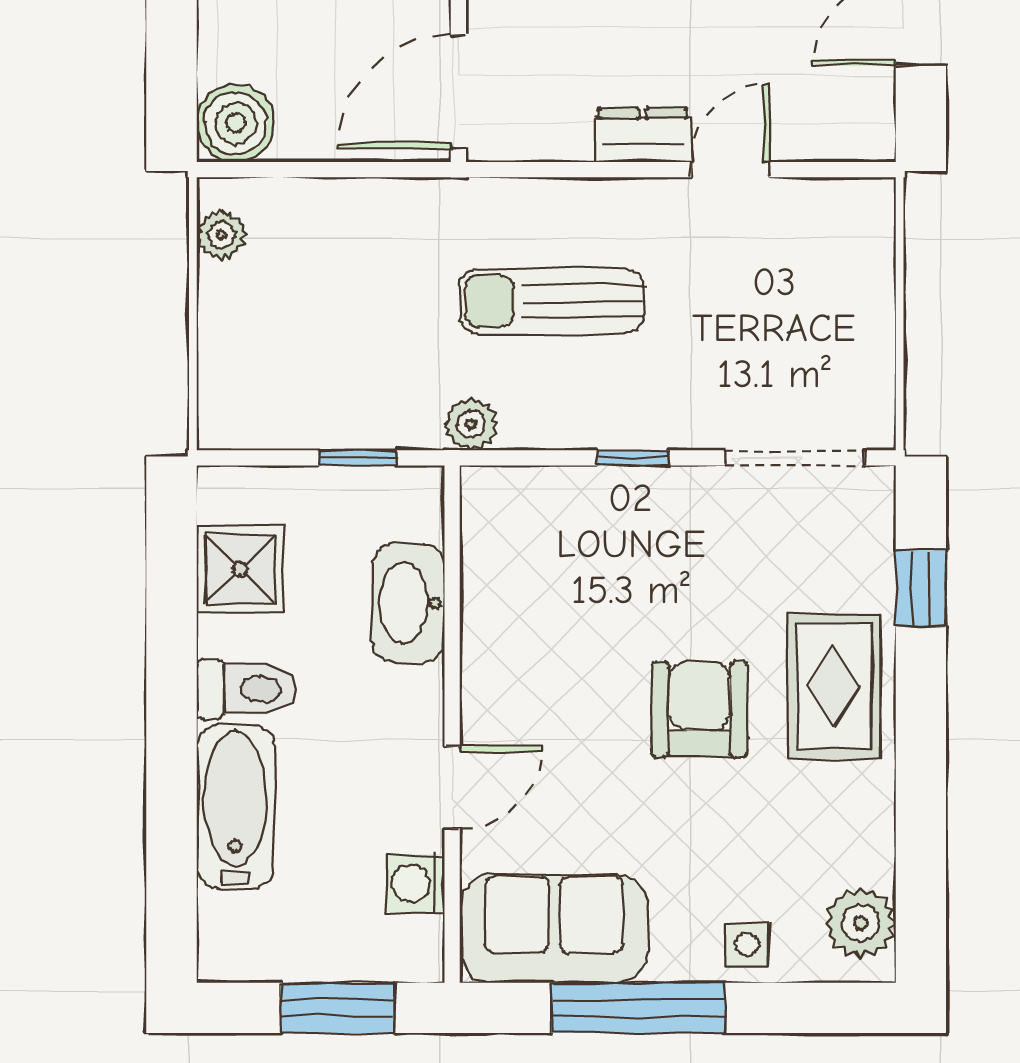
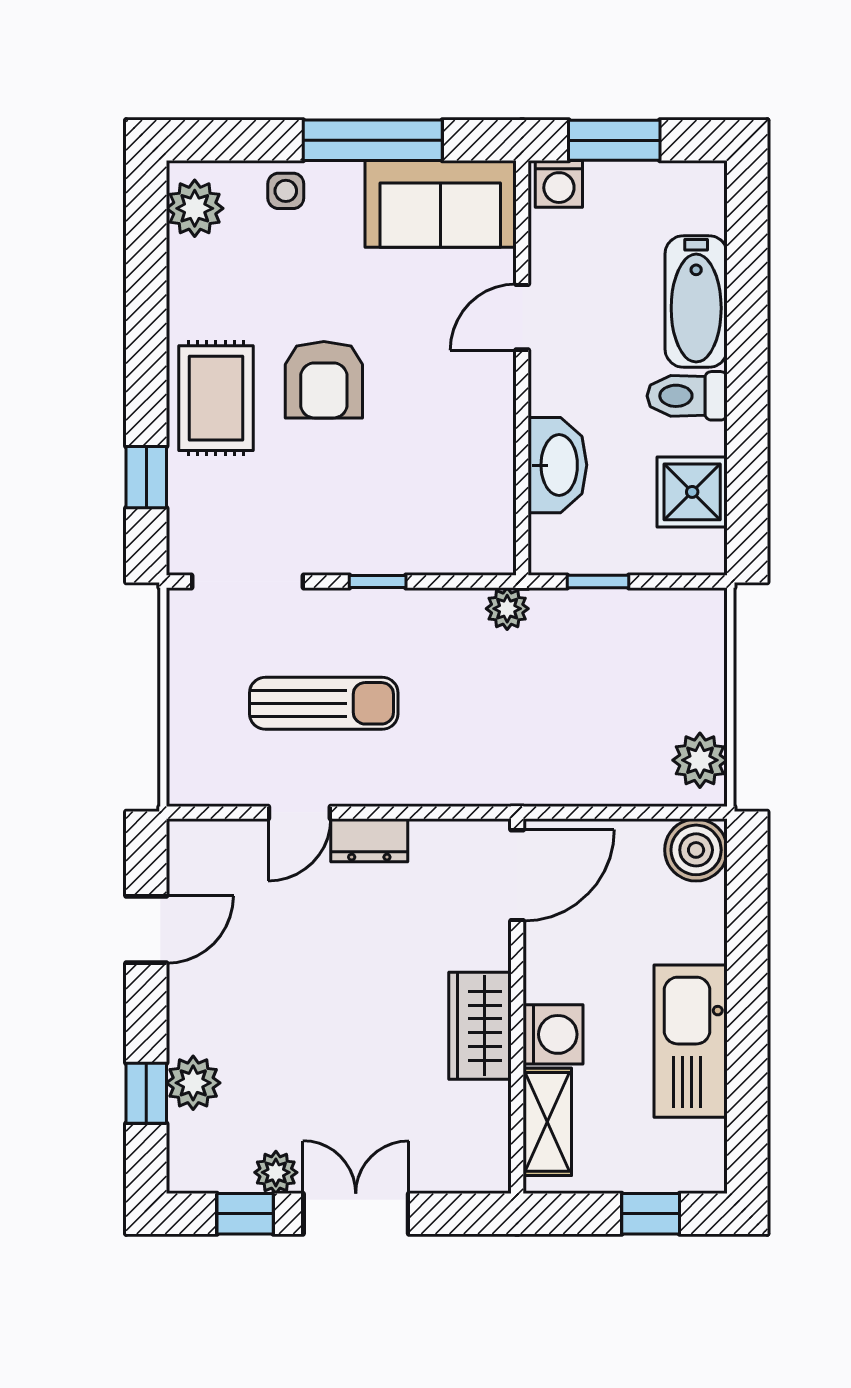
plant: (221, 235) -> (700, 760), width x1.38, depth x1.38
sun lounger: (552, 301) -> (324, 703), moved
washing machine: (415, 883) -> (559, 184), moved, turned 90

